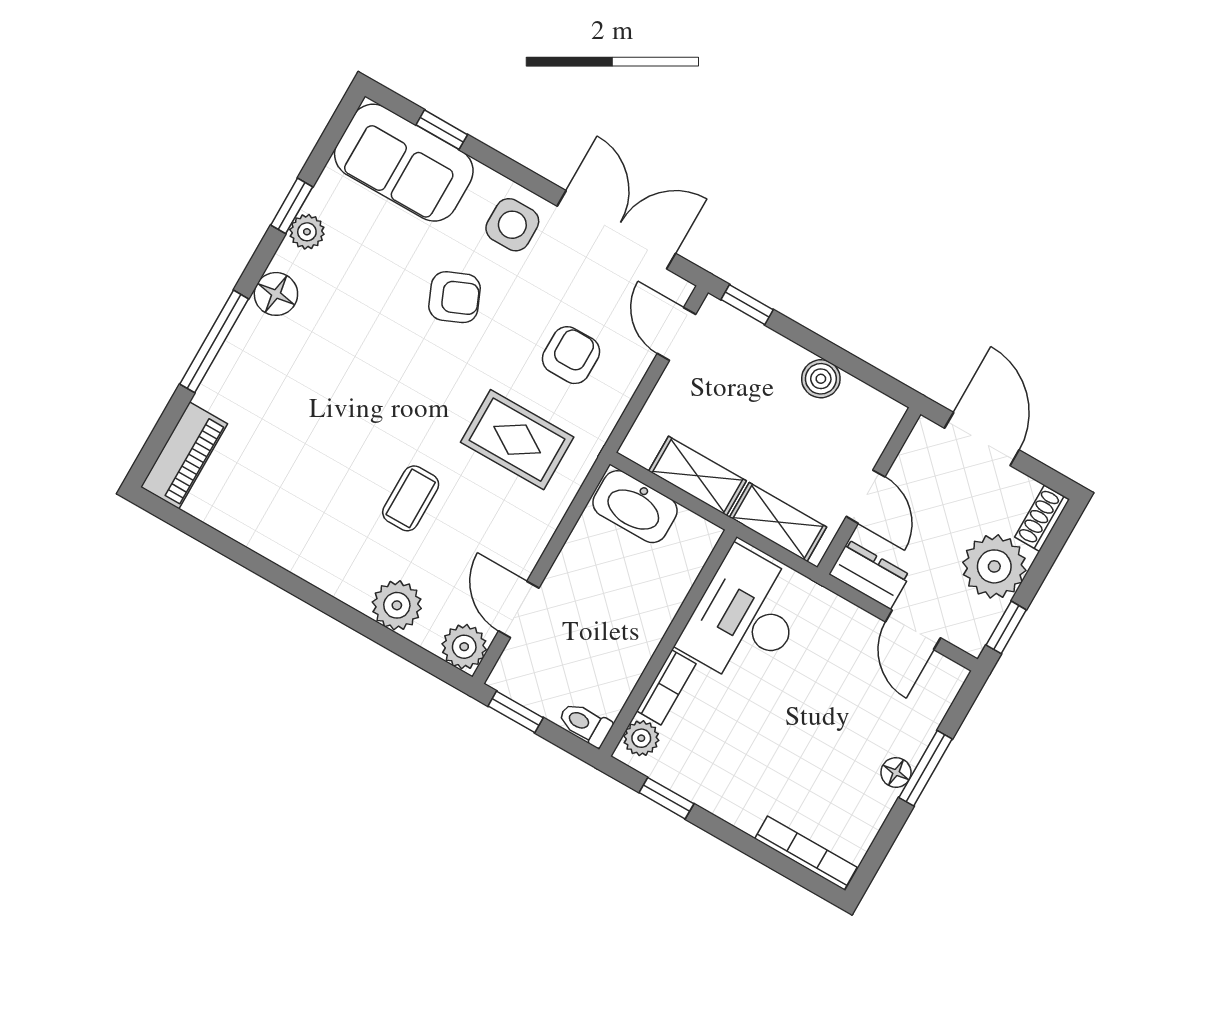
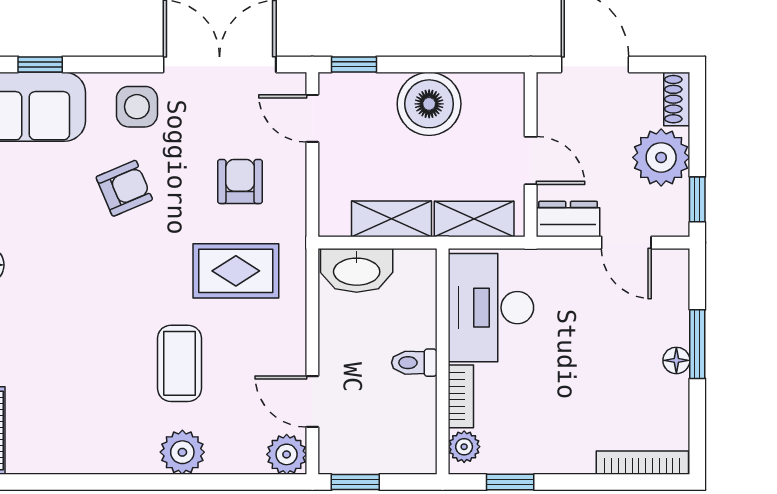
boiler: (821, 379) -> (429, 104), width x1.86, depth x1.86
coffee table: (411, 498) -> (179, 363), width x1.36, depth x1.30
plant: (397, 605) -> (182, 452), moved
toilet: (585, 724) -> (414, 363), moved

